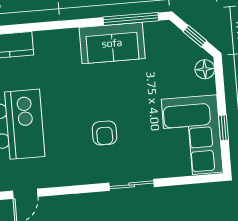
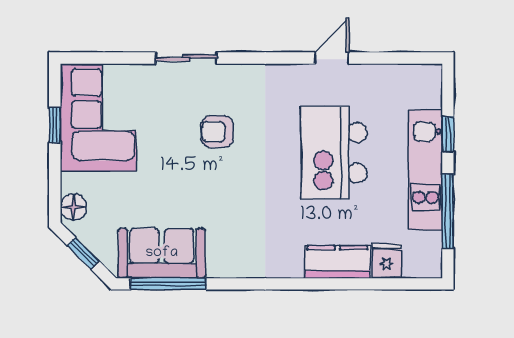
sofa: (112, 43) -> (162, 253), moved
armchair: (104, 133) -> (217, 132), turned -90

